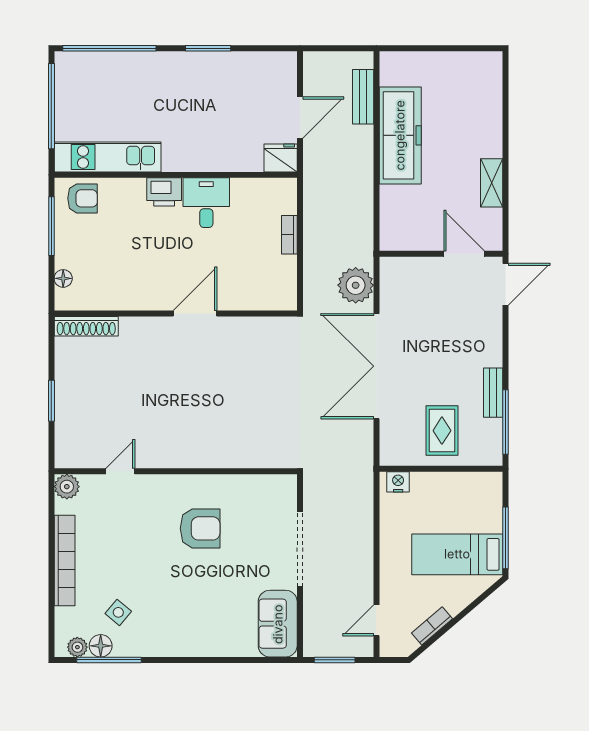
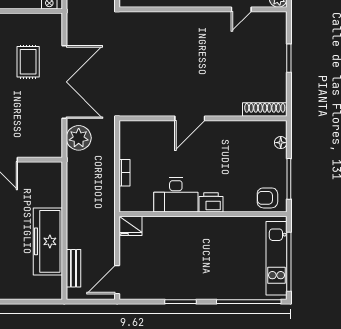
door: (300, 117) -> (117, 280), moved
kitchen unit: (108, 157) -> (277, 258), moved, turned 90
desk: (206, 203) -> (176, 195), width x1.37
rug: (442, 431) -> (28, 62), moved

